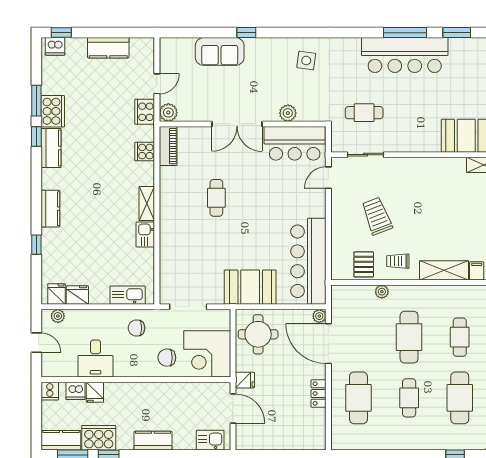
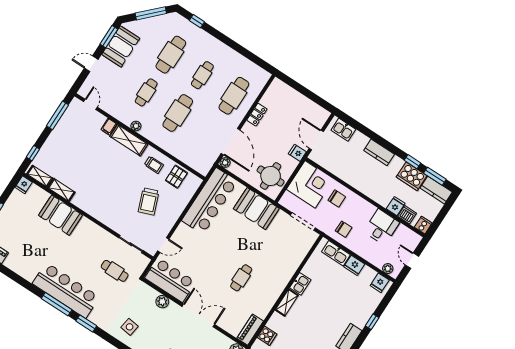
window: (457, 33) -> (86, 323), moved
plant: (382, 292) -> (136, 126), moved
fridge: (77, 295) -> (354, 265), moved

